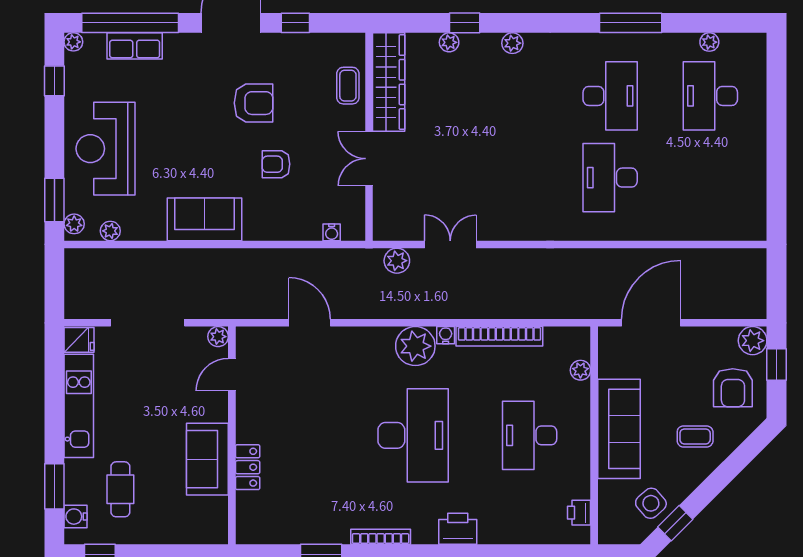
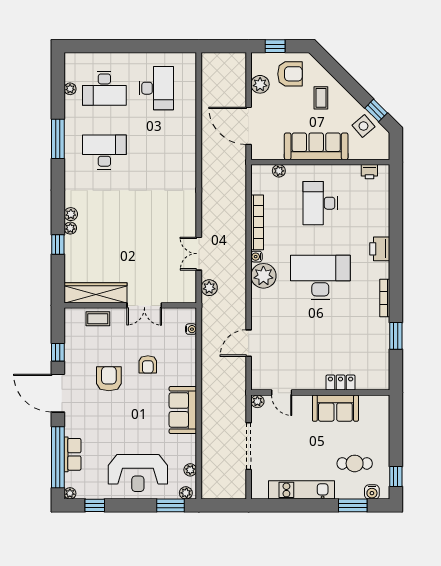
plant: (449, 42) -> (70, 228), moved
desk: (610, 178) -> (156, 88), moved, turned -90
fridge: (79, 340) -> (260, 490), removed
plant: (753, 341) -> (260, 84), moved
desk: (530, 435) -> (320, 203), turned 90

